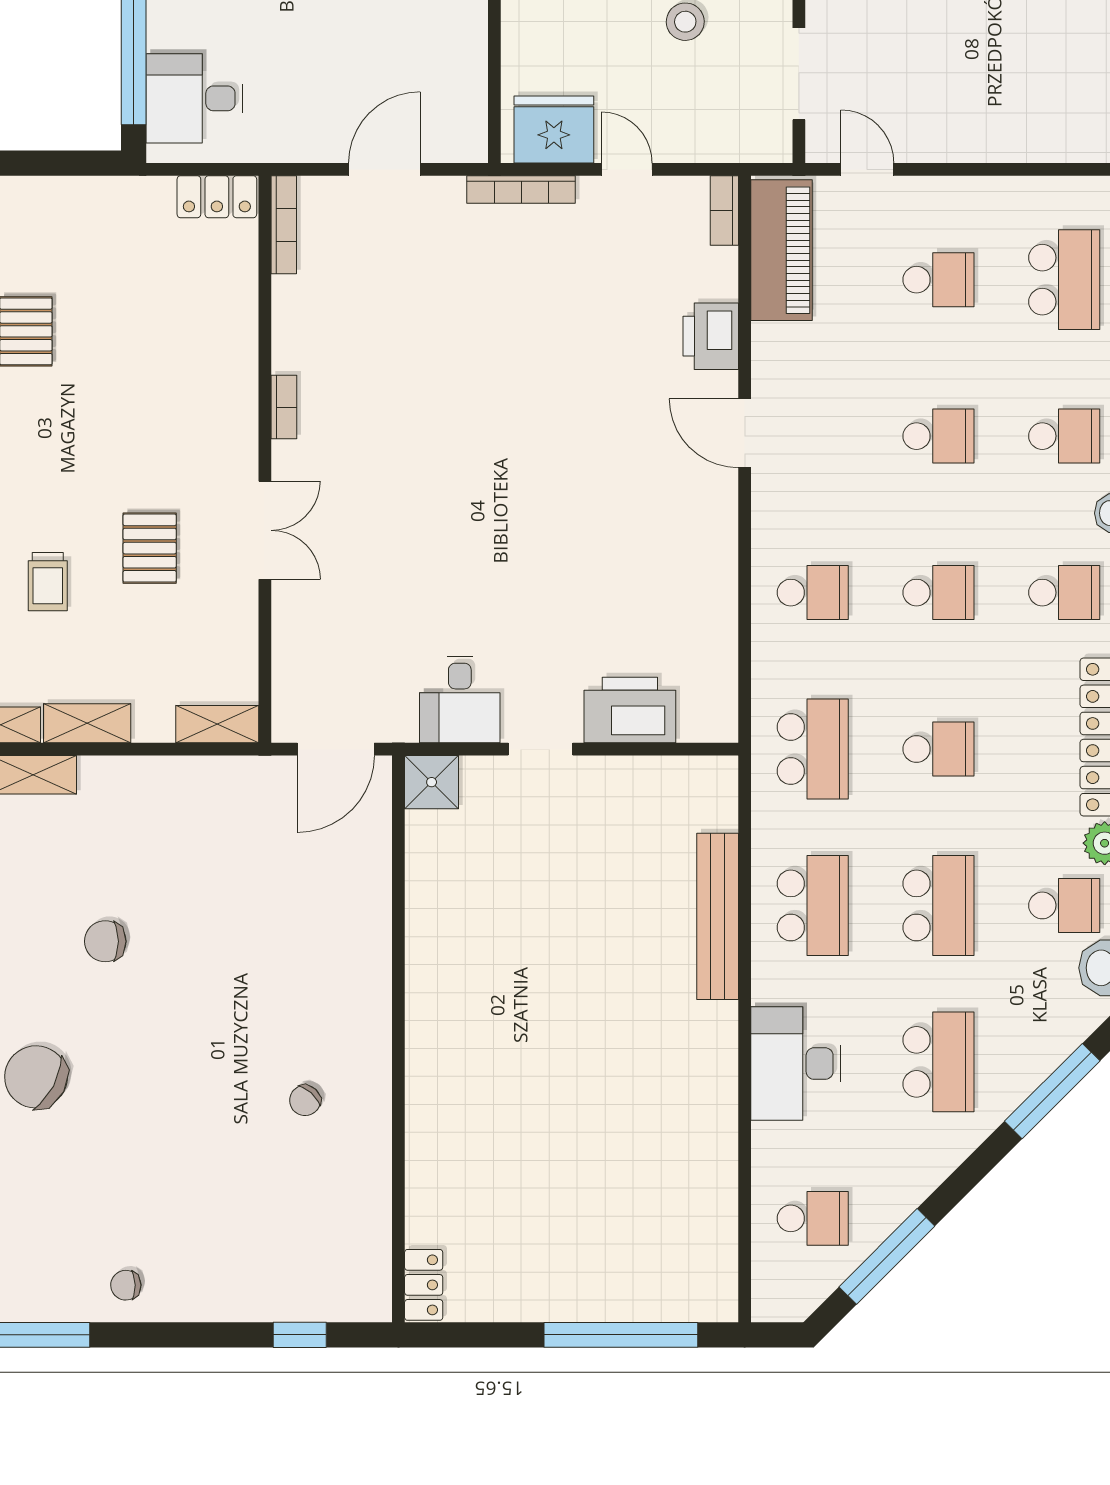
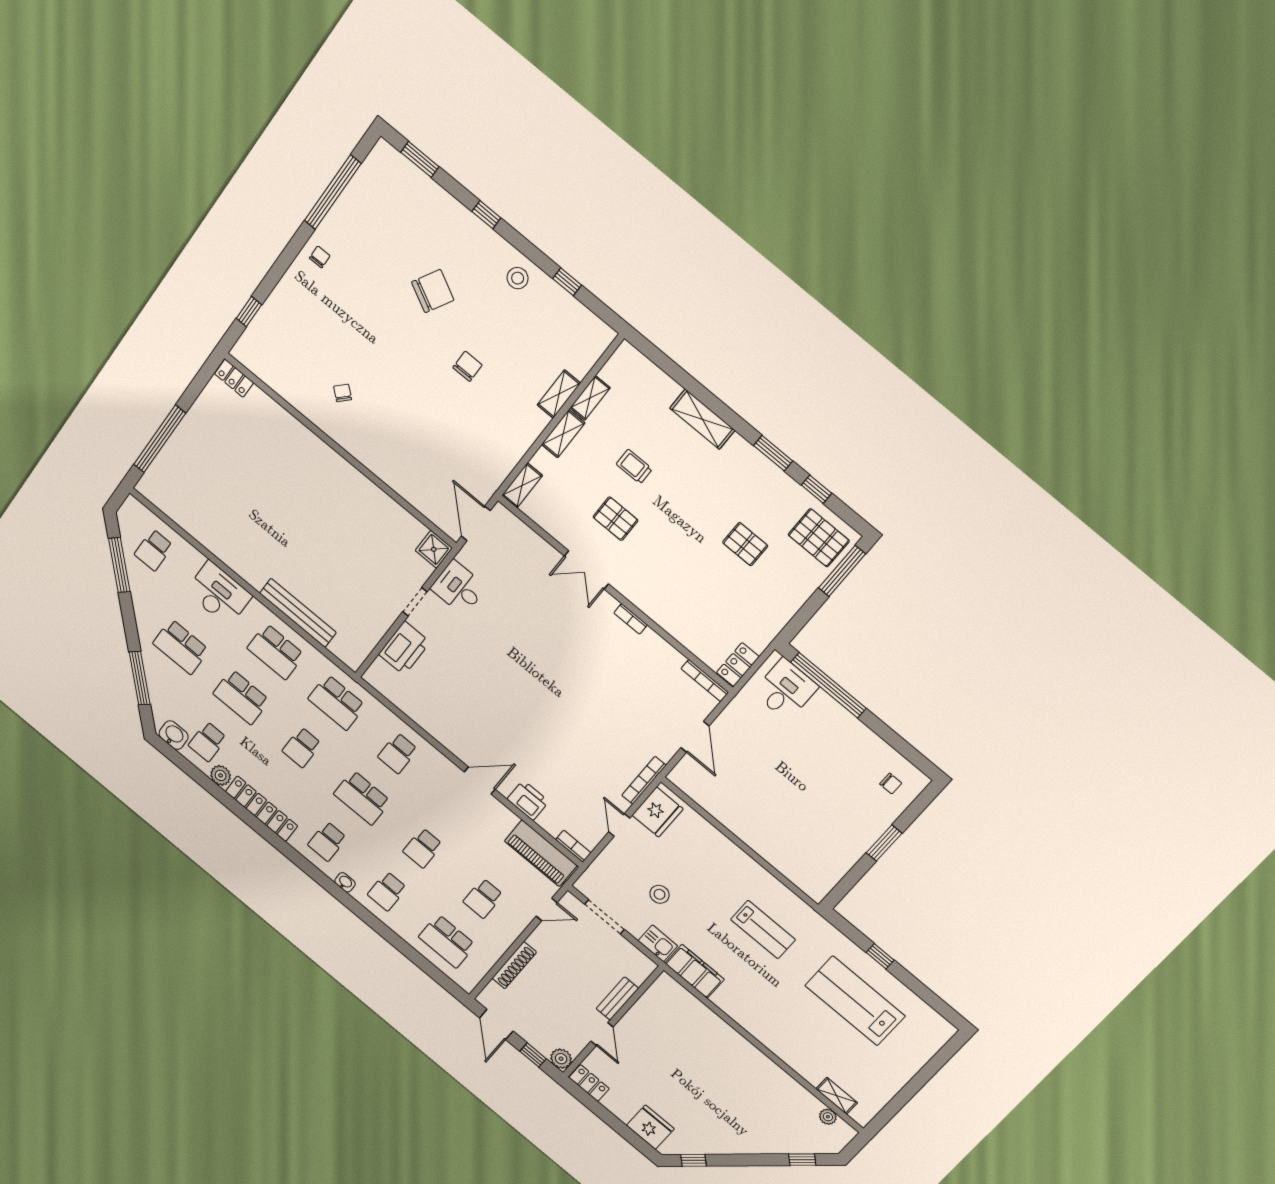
shoe rack: (1009, 146) -> (514, 965), added
door: (627, 169) -> (619, 825), swing flipped
school desk: (939, 593) -> (362, 798), width x1.85

